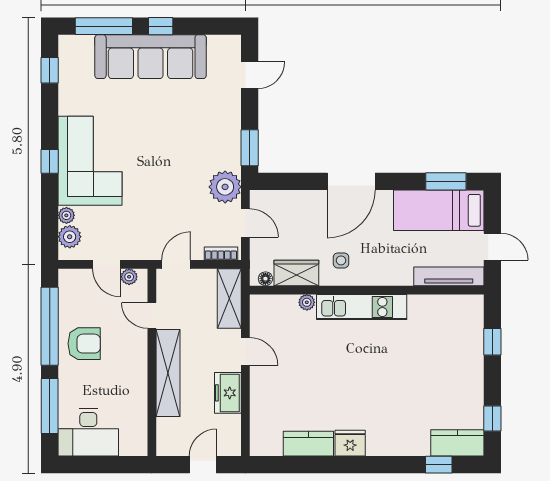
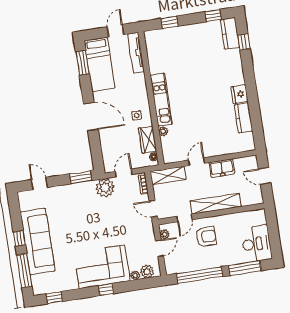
armchair: (84, 344) -> (206, 237), moved, turned 90

